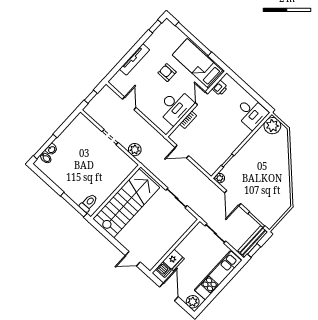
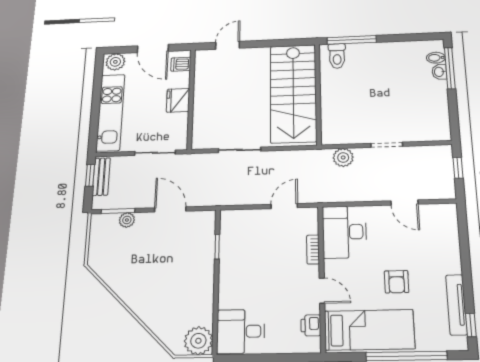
tv unit: (135, 59) -> (456, 305), moved
armchair: (167, 73) -> (397, 282), turned 90
desk: (175, 106) -> (344, 232), moved
plant: (220, 178) -> (127, 220), moved
bench: (253, 241) -> (101, 177), width x0.73
fridge: (174, 260) -> (178, 100), moved

